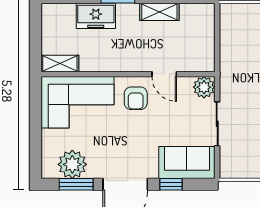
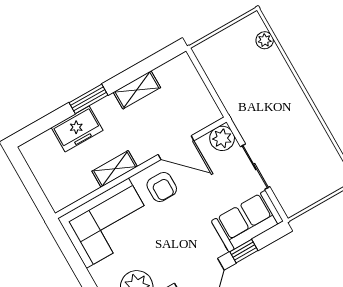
shelving: (60, 63) -> (115, 169), moved
door: (164, 74) -> (176, 148), width x1.38

